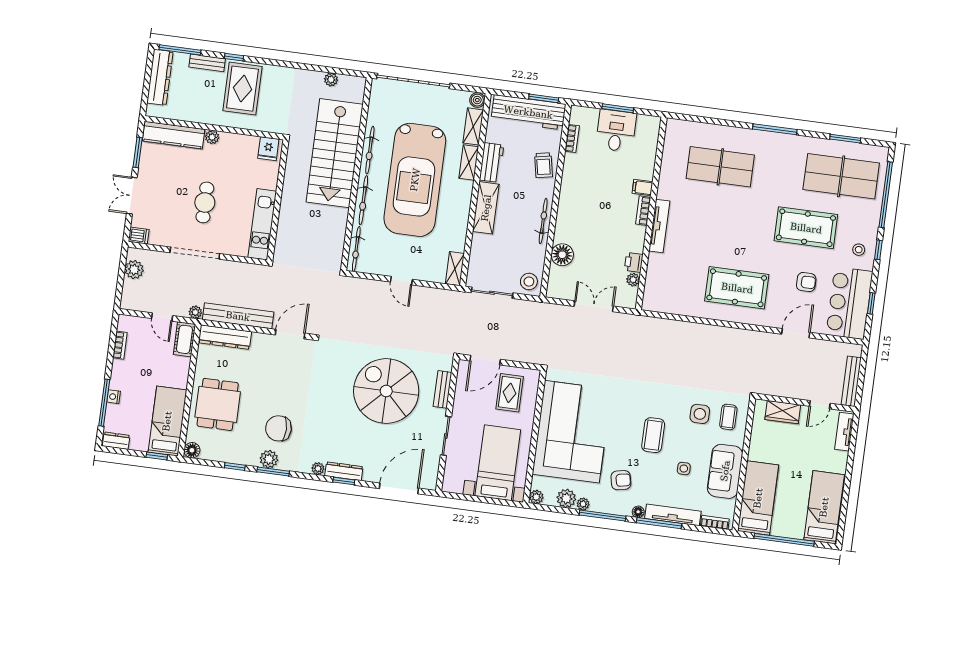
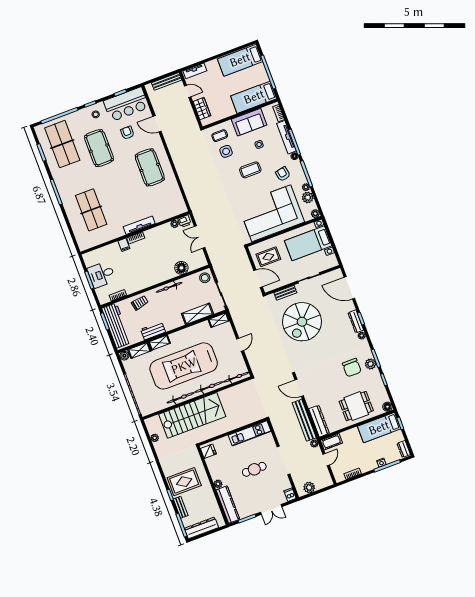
car: (415, 180) -> (184, 366), turned 180
shelving: (486, 208) -> (198, 314), moved
printer: (634, 262) -> (185, 221), moved

